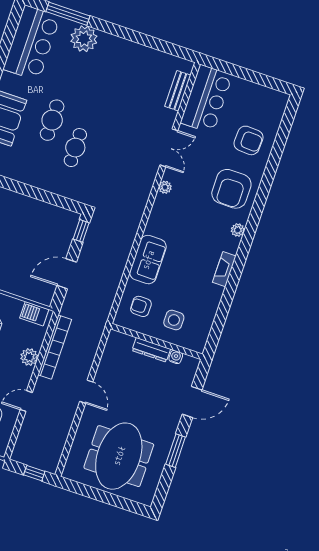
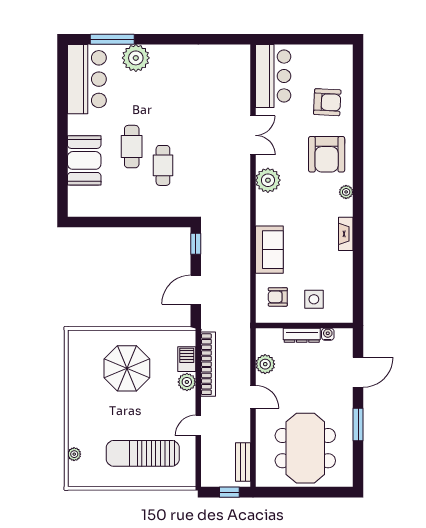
bench: (178, 91) -> (243, 462), moved
plant: (165, 187) -> (268, 180), width x1.88, depth x1.88
barbecue: (34, 314) -> (187, 359), moved, turned 90
plant: (108, 365) -> (265, 364), added

